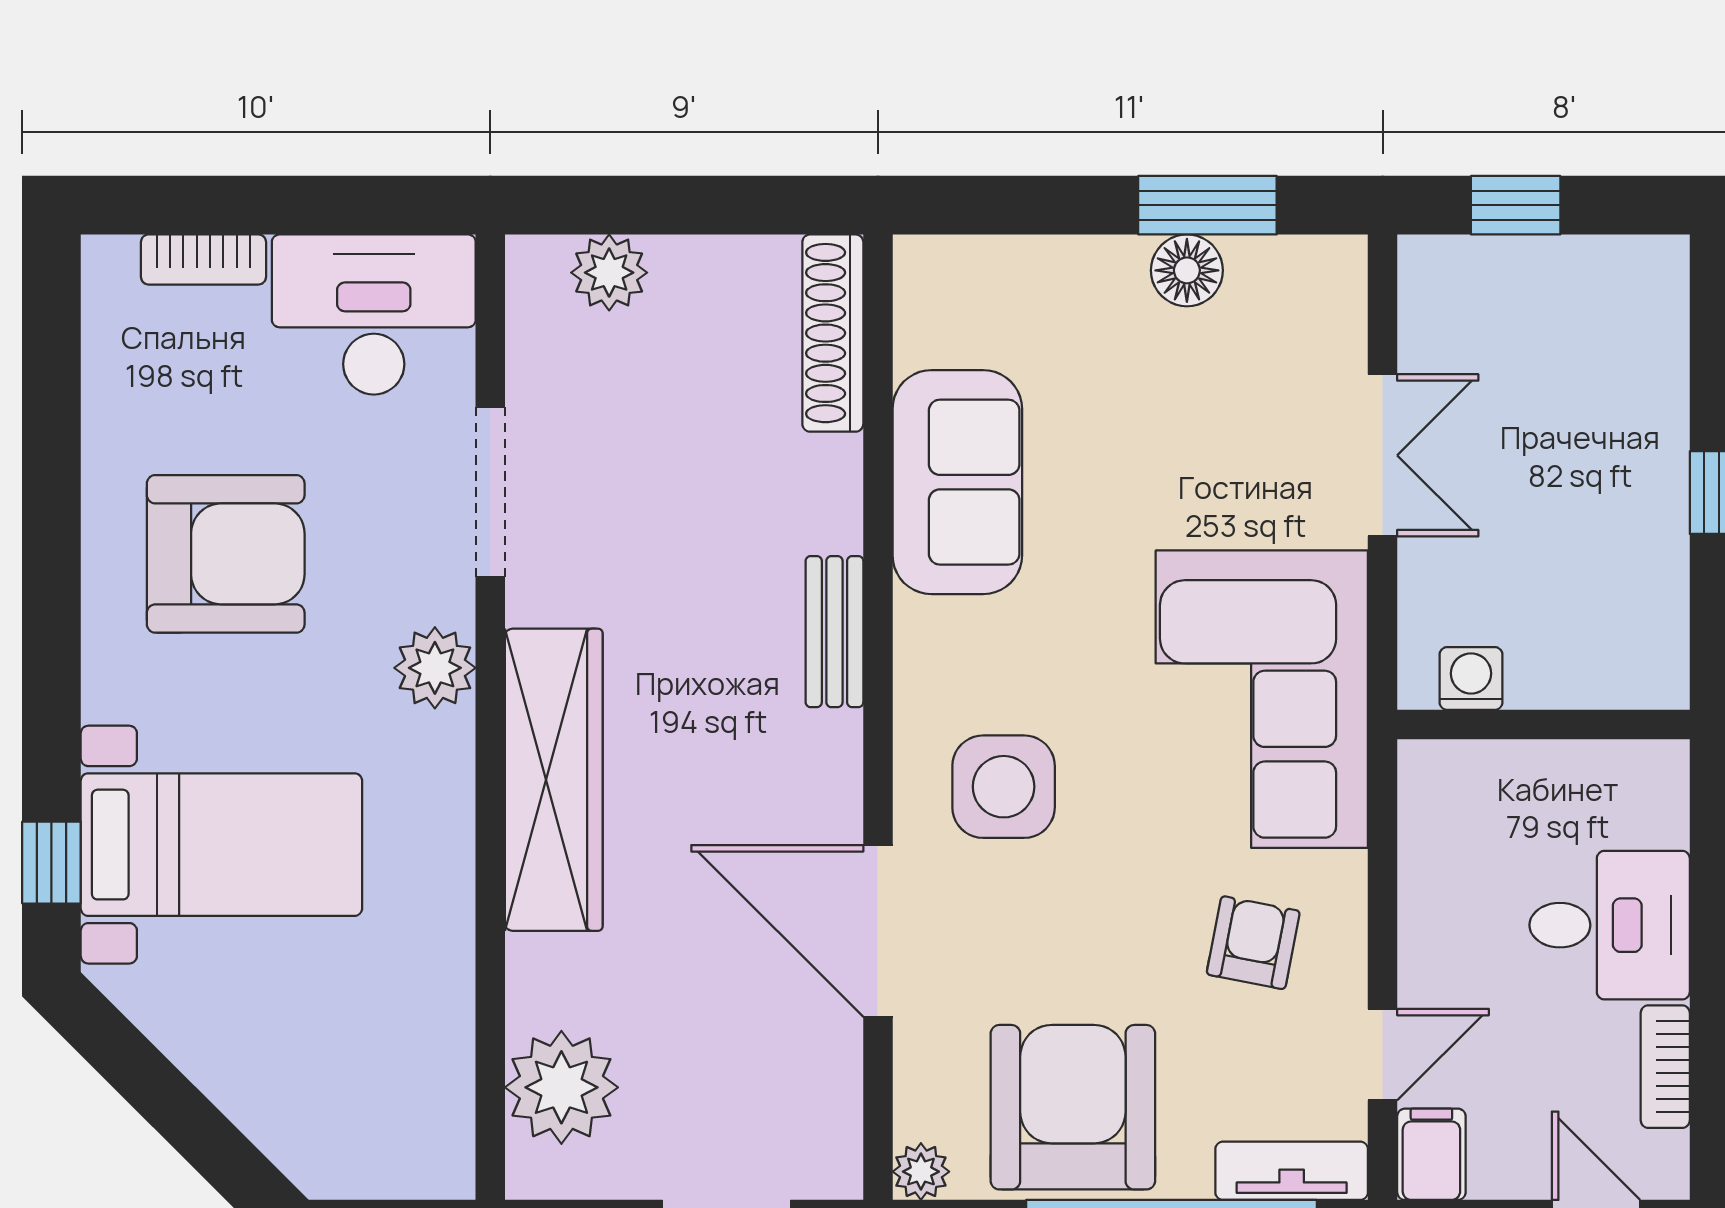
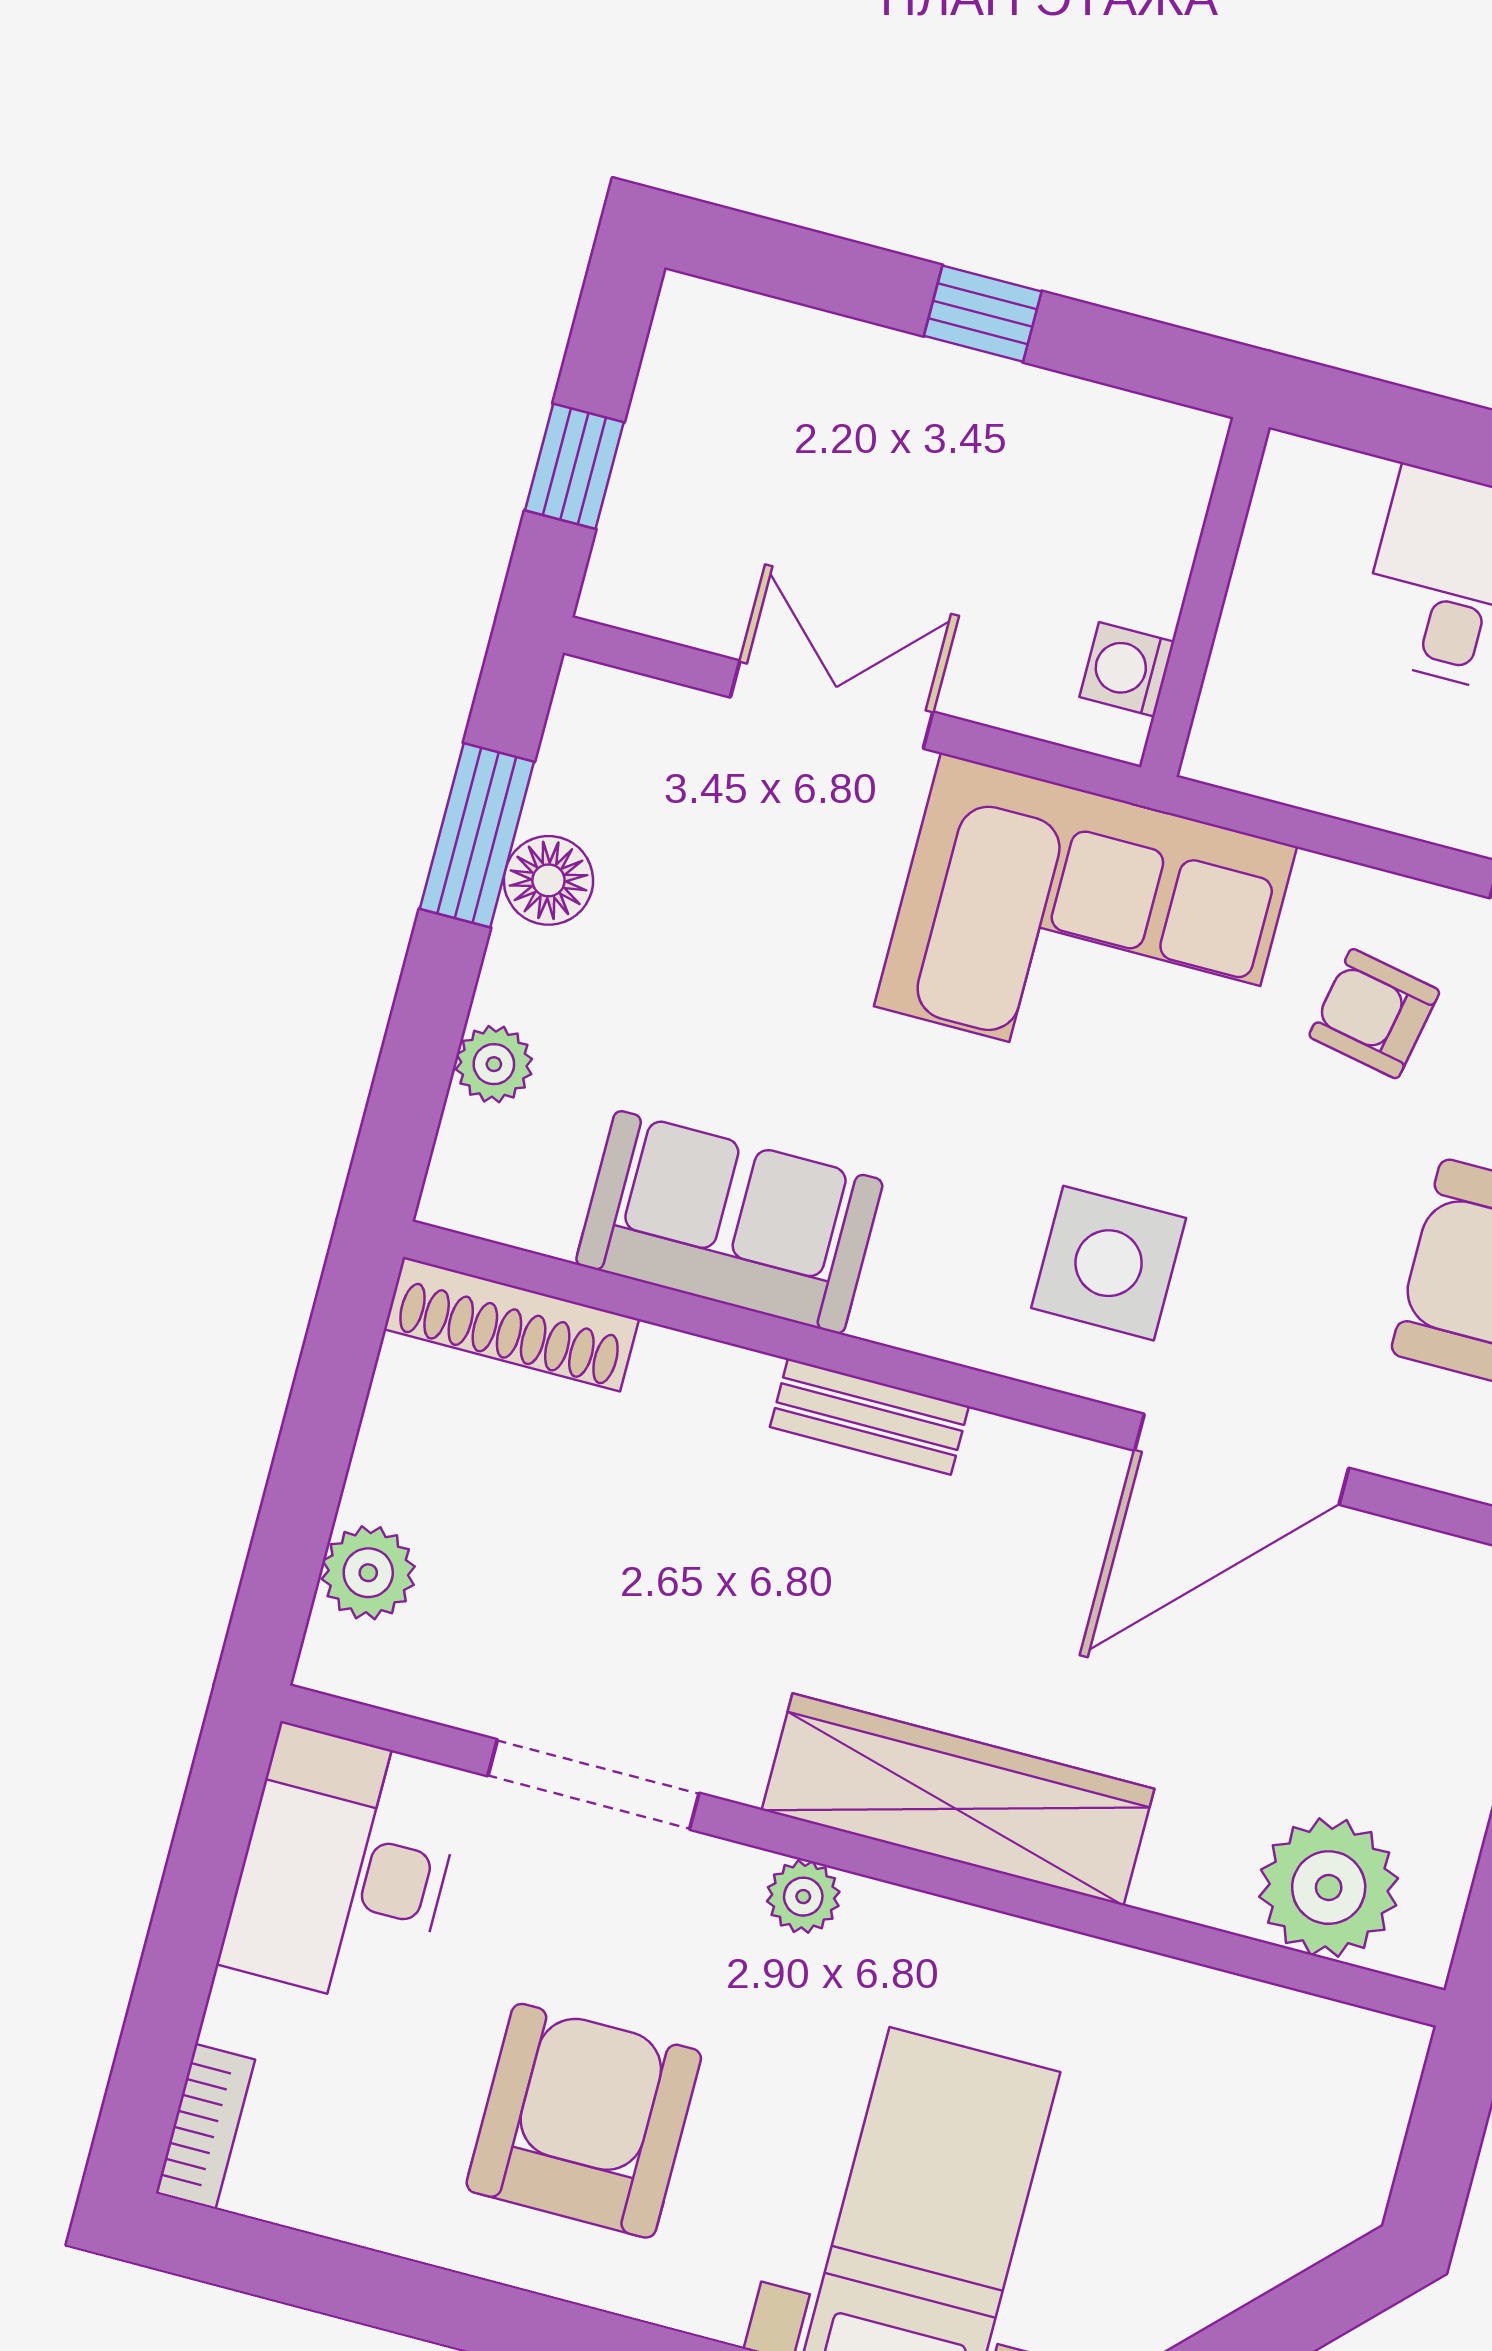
bookcase: (203, 259) -> (205, 2126), moved
plant: (1032, 266) -> (494, 1064), added
plant: (435, 668) -> (803, 1897), width x0.73, depth x0.73

